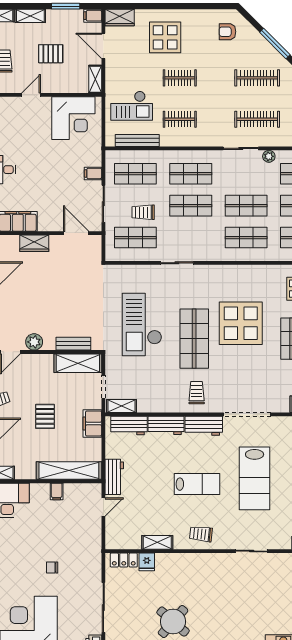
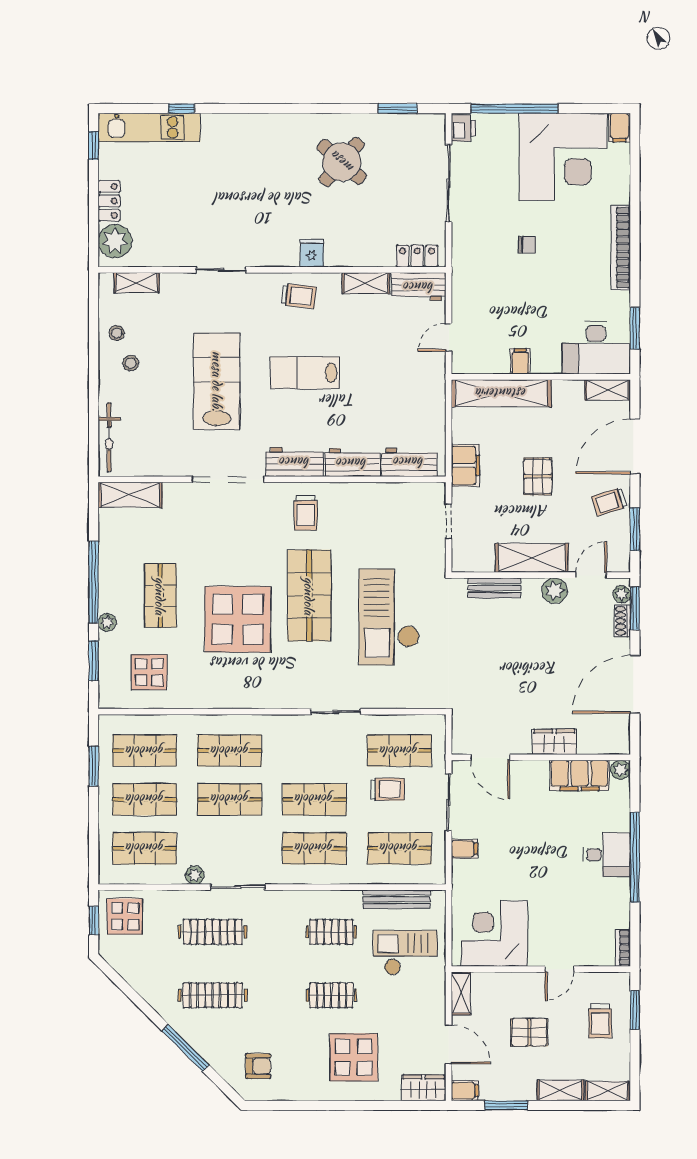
checkout: (142, 325) -> (389, 617), turned 180
shelving: (78, 363) -> (532, 558), moved
shelving: (121, 406) -> (421, 492), removed
workbench: (114, 477) -> (419, 287), moved, turned -90
fridge: (147, 562) -> (312, 253), moved

